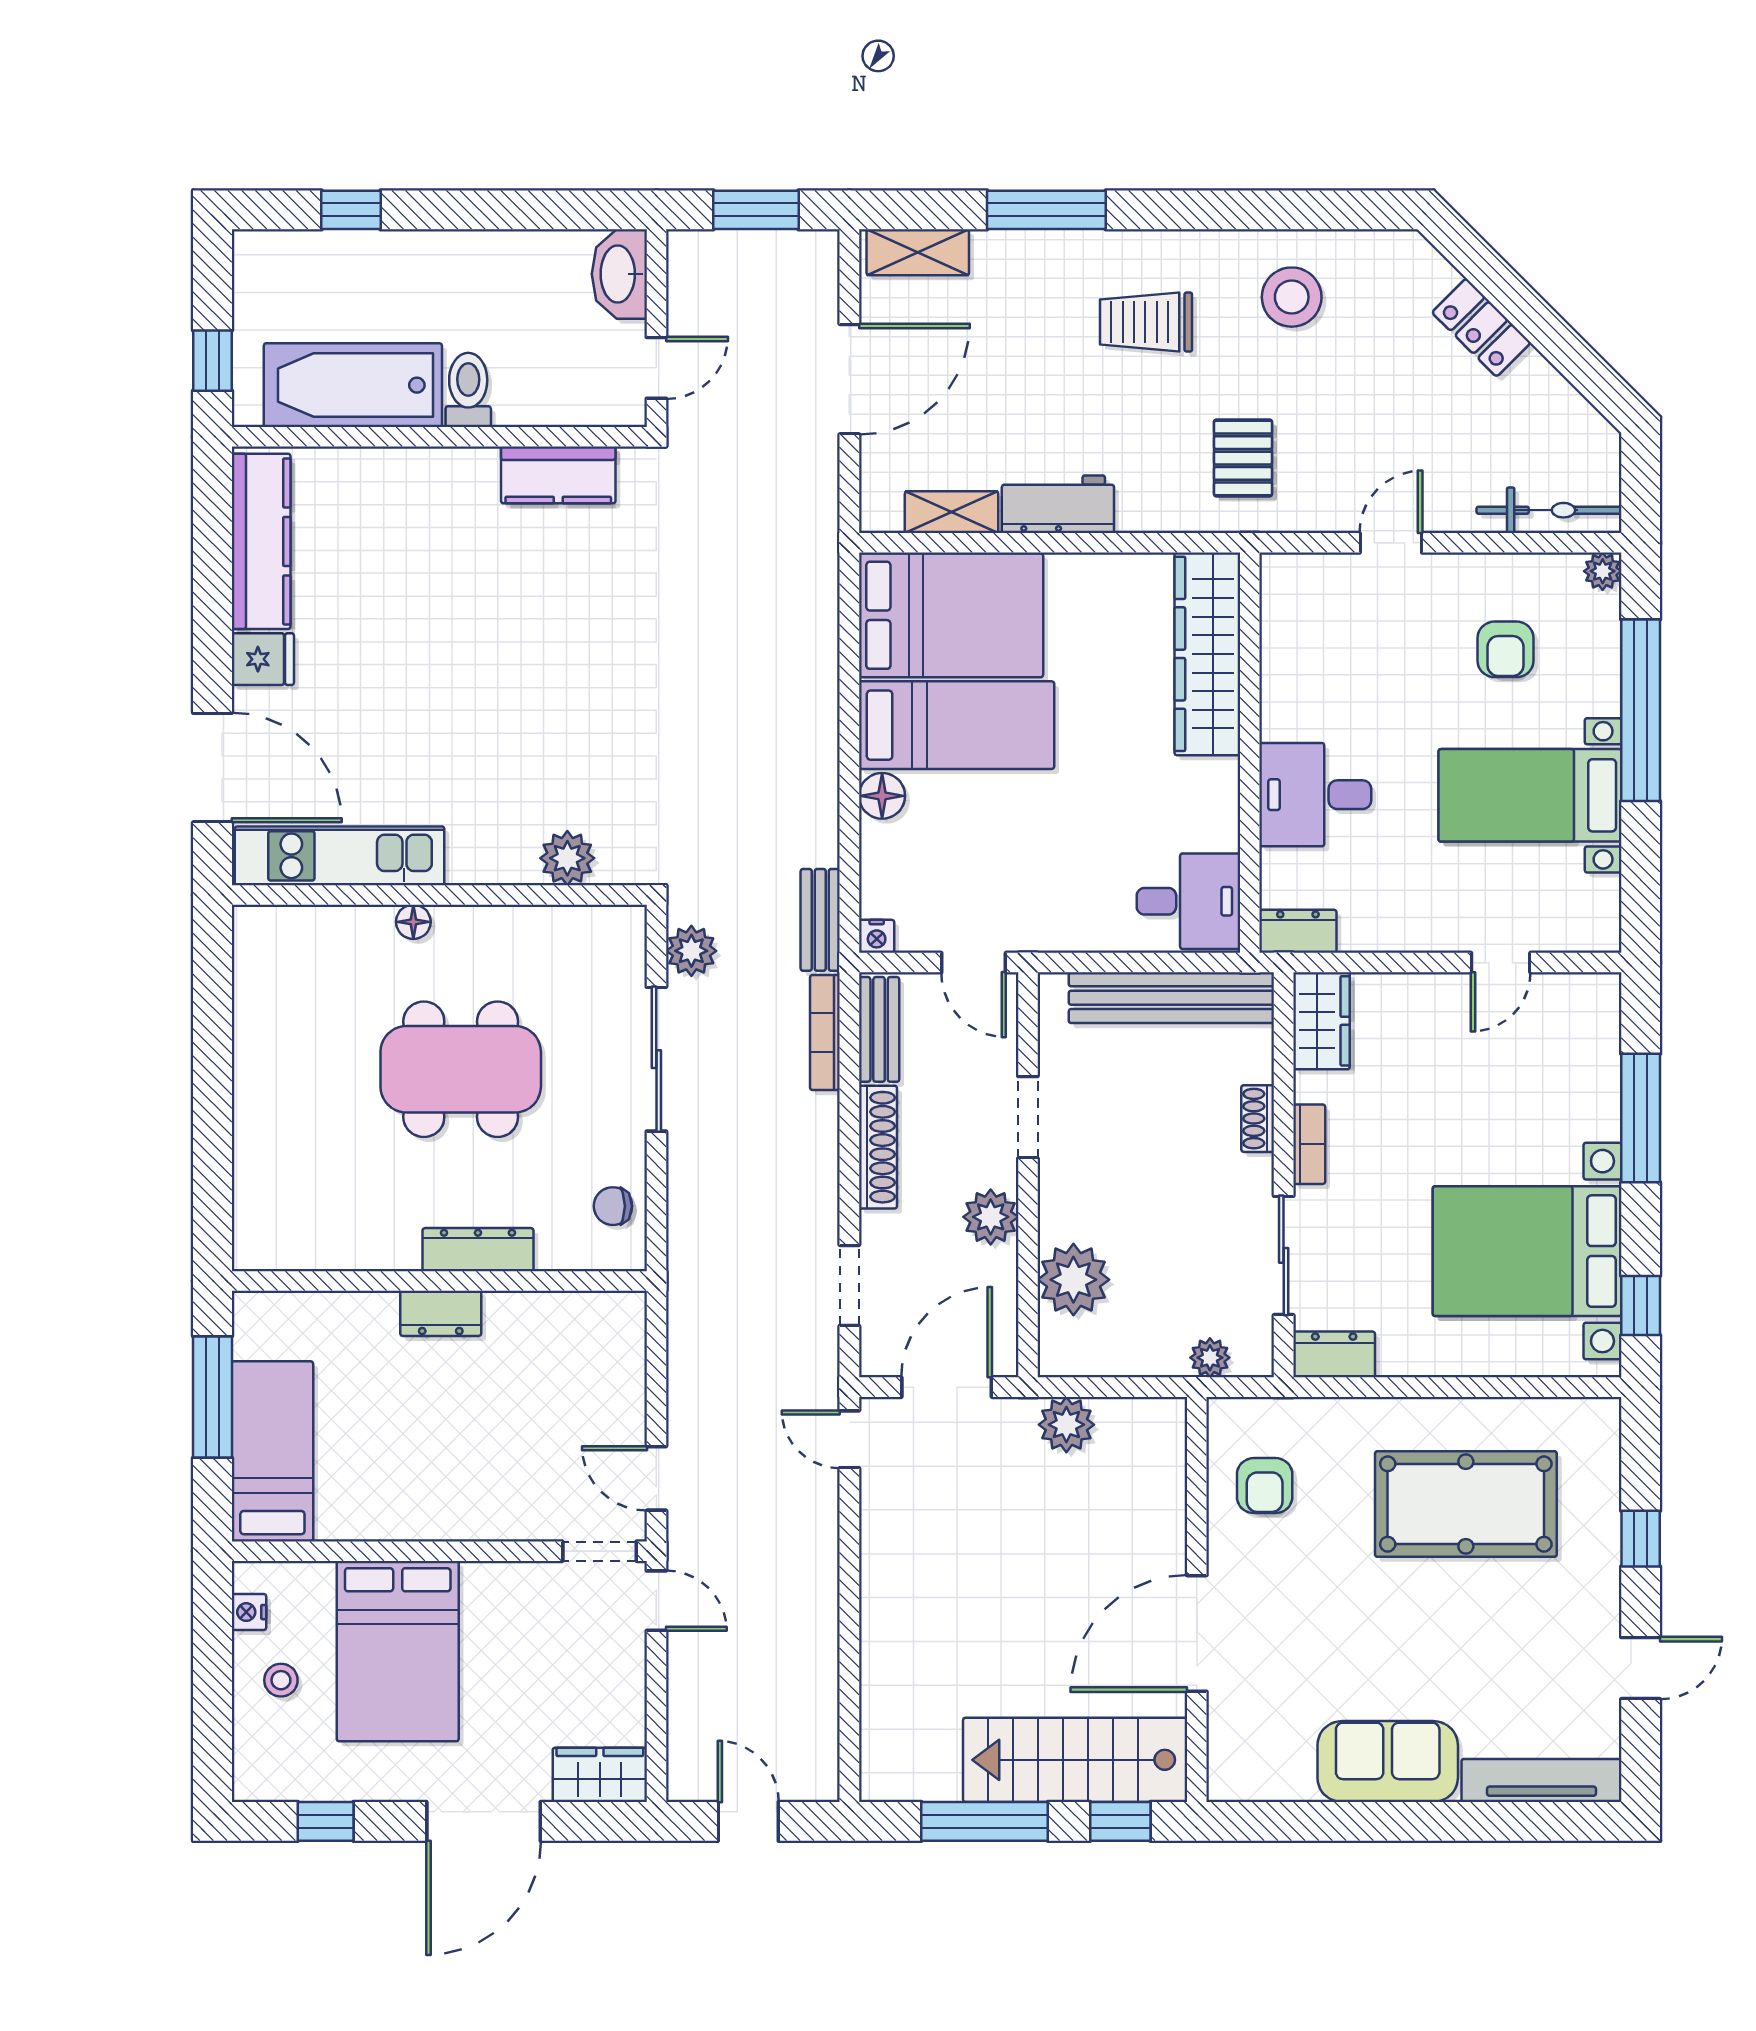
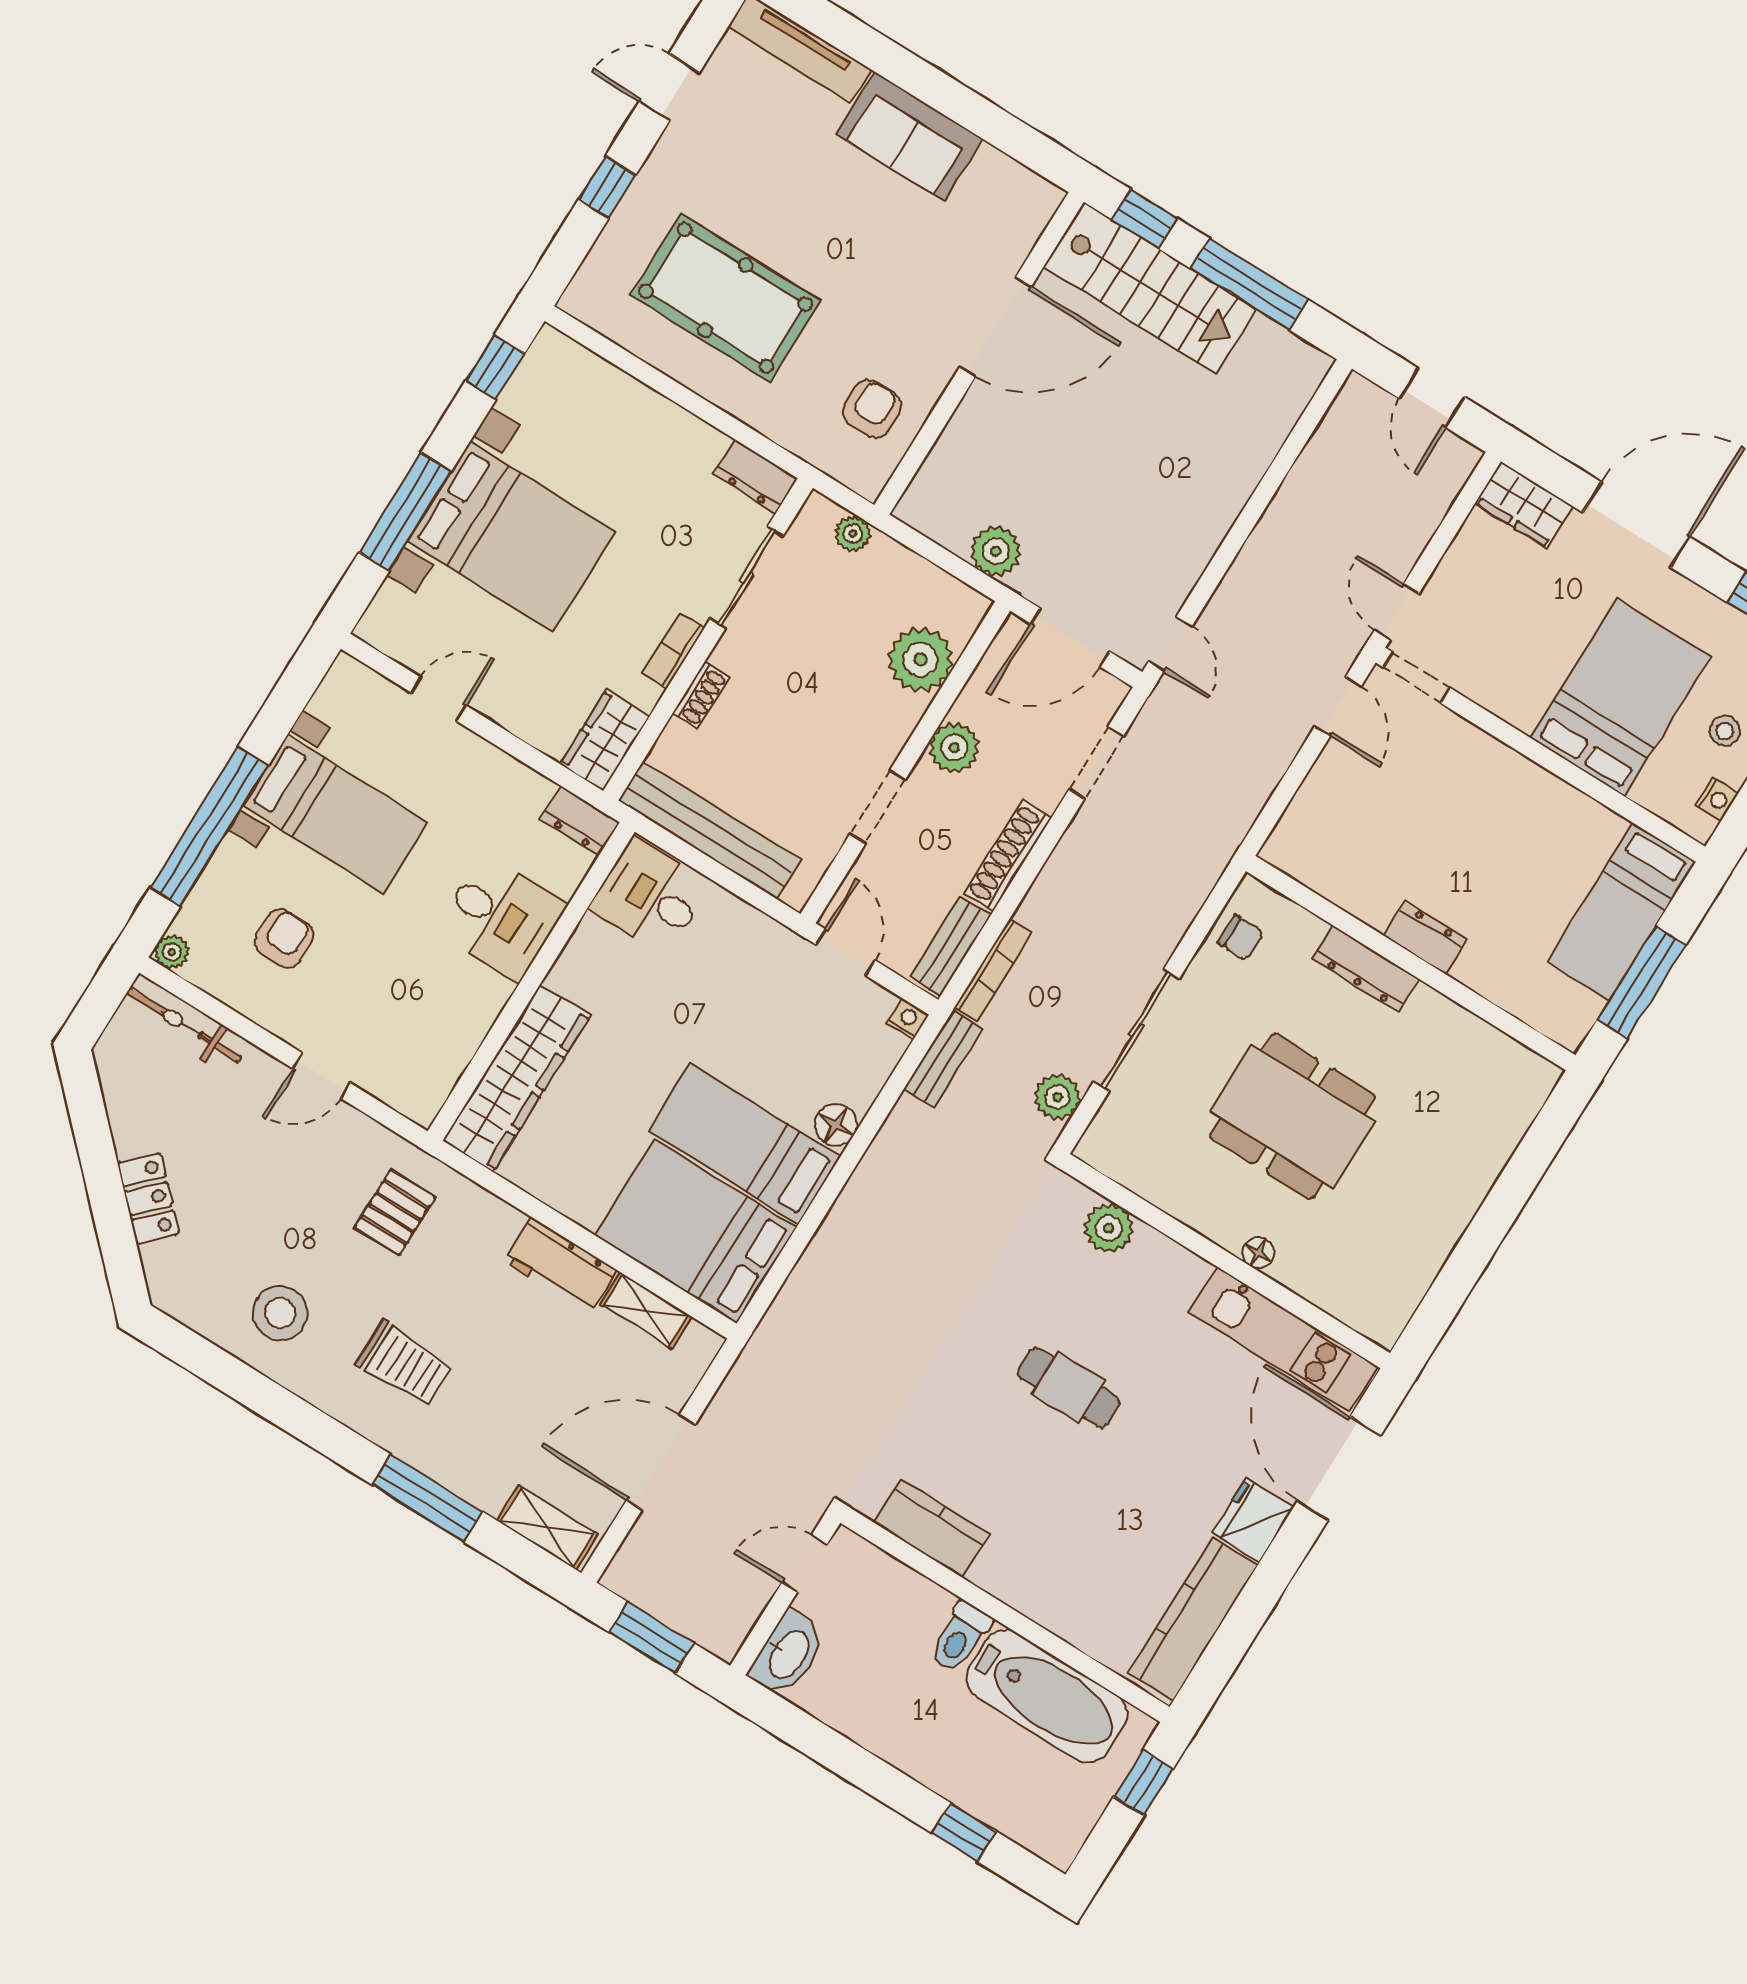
fridge: (263, 659) -> (1253, 1520), width x1.38
cafe table: (512, 686) -> (1069, 1387), added
bed with nightstands: (1527, 1251) -> (511, 536), moved

